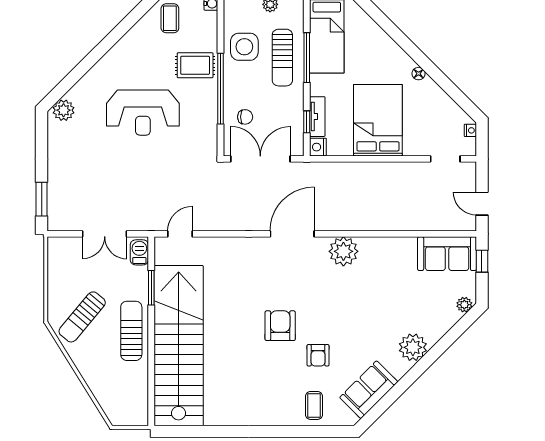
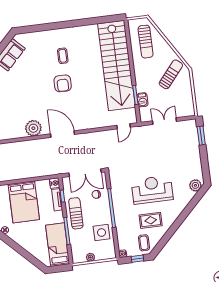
sun lounger: (282, 58) -> (76, 213), moved
rug: (195, 65) -> (151, 220), moved
door: (292, 234) -> (63, 134), swing flipped
barbecue: (139, 252) -> (143, 100), moved
sun lounger: (131, 331) -> (146, 42), moved
armchair: (318, 355) -> (40, 70), removed
coffee table: (314, 405) -> (63, 56), moved

